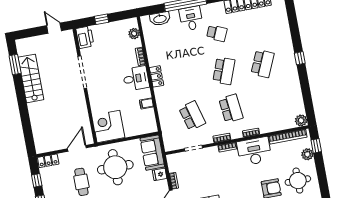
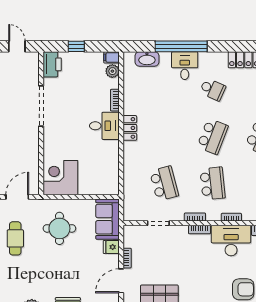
filing cabinet: (146, 103) -> (112, 57), moved
round table: (115, 167) -> (59, 228), width x0.73, depth x0.73

